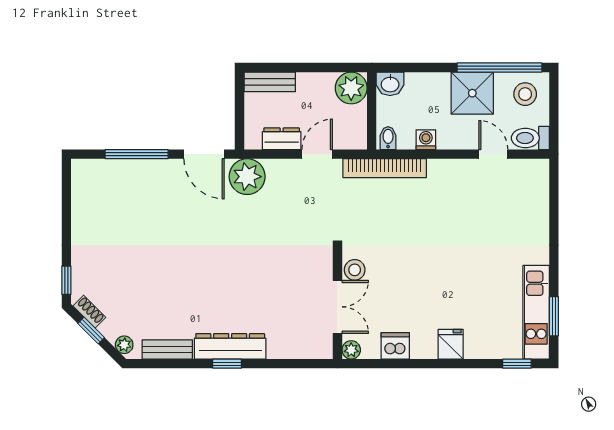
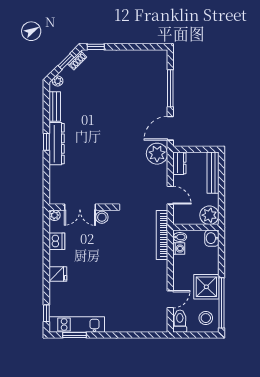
bench: (270, 82) -> (213, 173), width x1.36
dresser: (282, 139) -> (179, 163), moved
washing machine: (426, 140) -> (179, 248), moved

